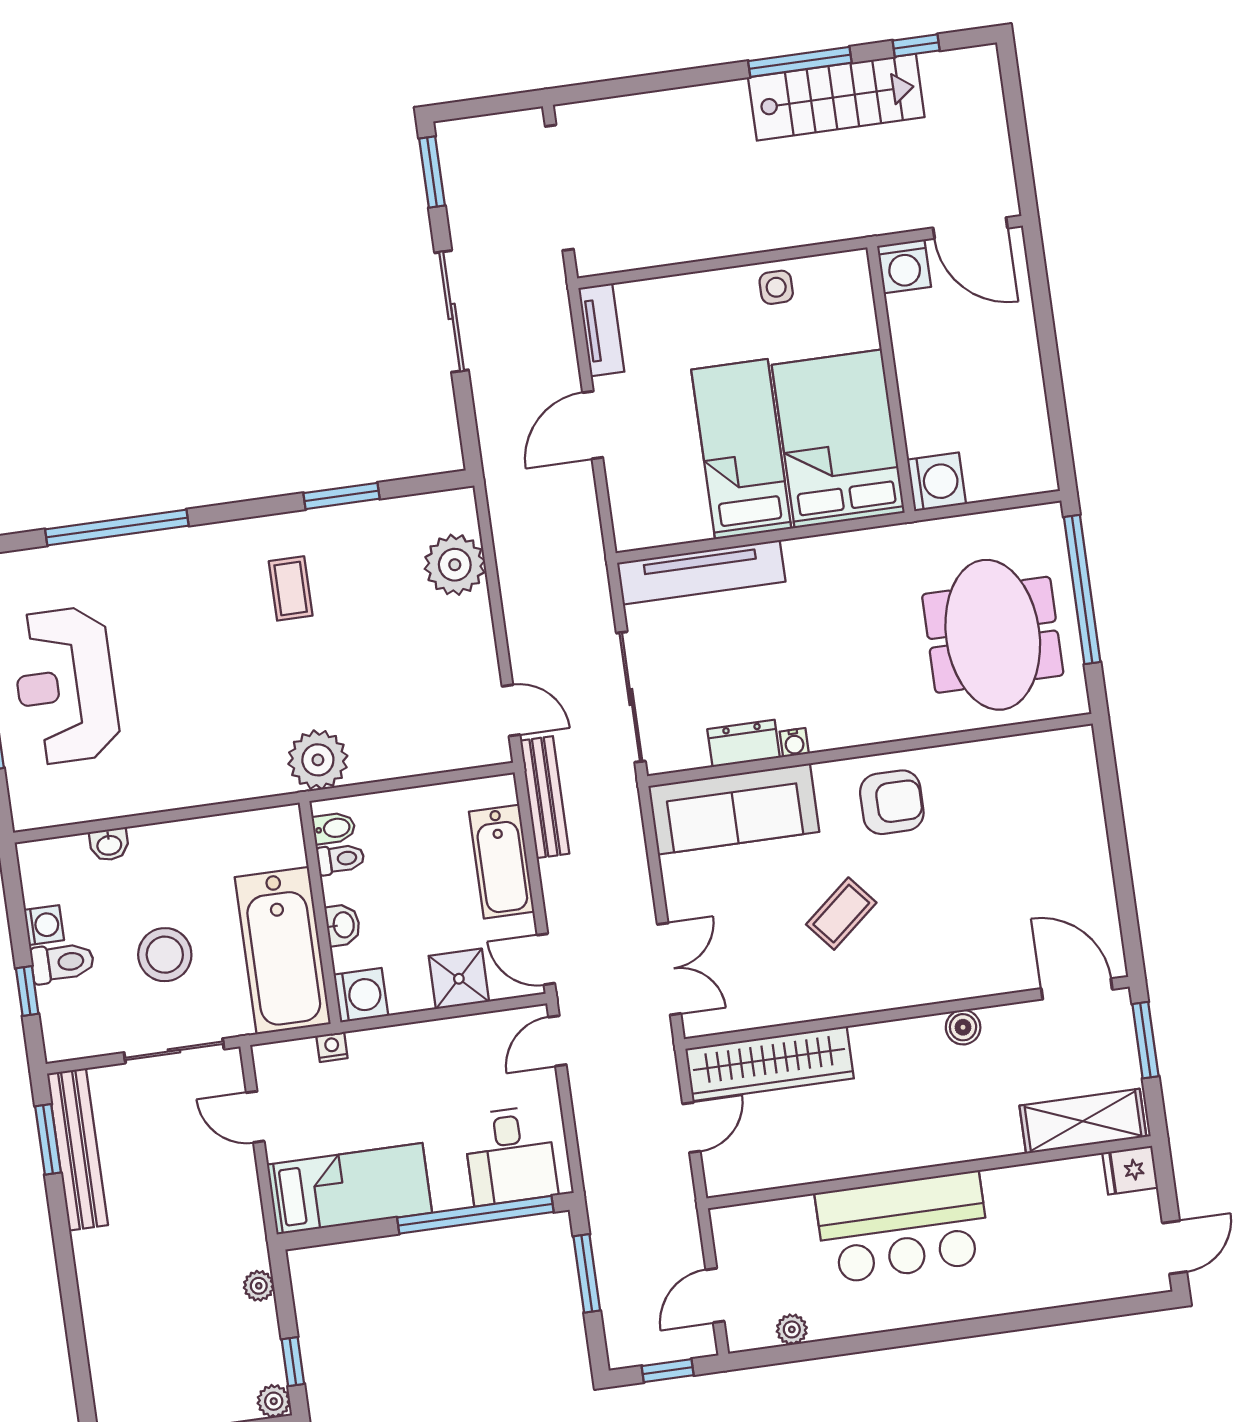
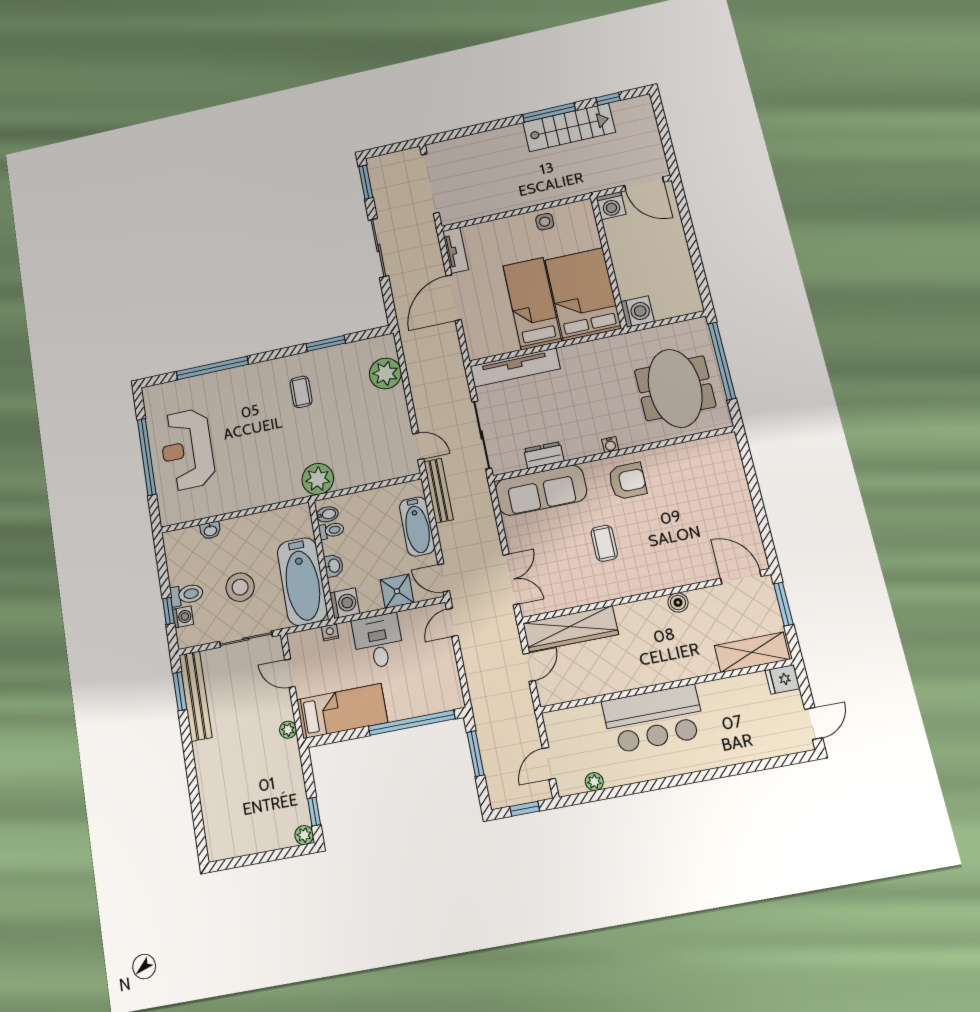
door: (593, 425) -> (454, 298), width x1.36
water cooler: (794, 743) -> (610, 445), moved
coffee table: (841, 914) -> (604, 543), turned -50
washing machine: (44, 925) -> (183, 617), moved
desk: (510, 1155) -> (378, 641), moved, turned 180
plant: (259, 1286) -> (288, 730), moved

